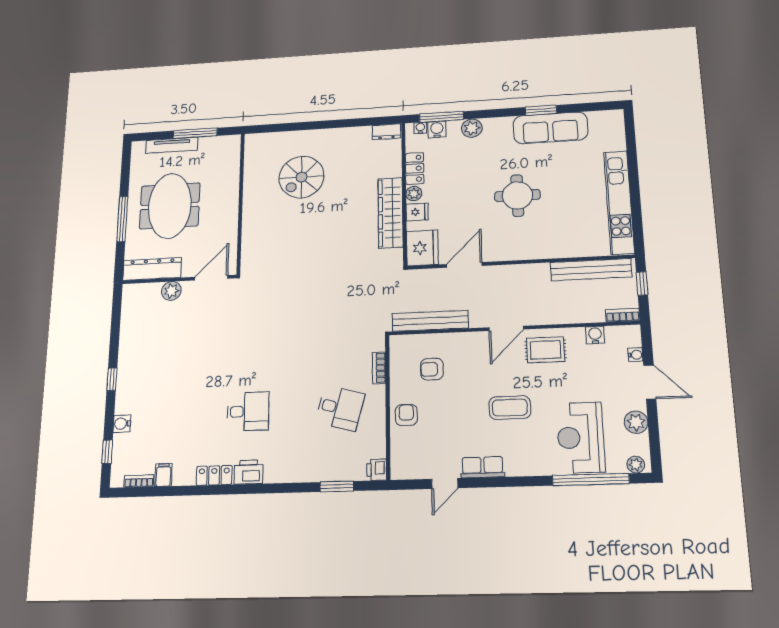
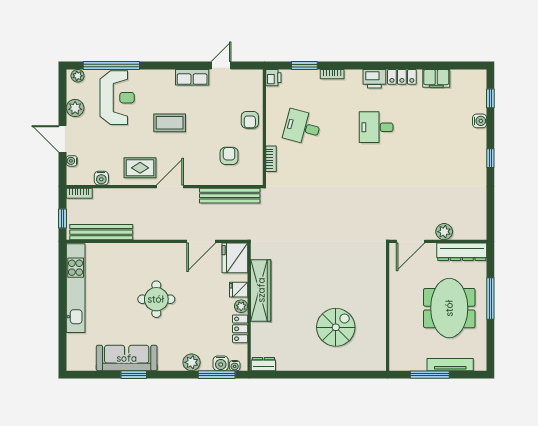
armchair: (432, 369) -> (229, 156), turned -90
filing cabinet: (163, 475) -> (436, 78), width x2.00
bookcase: (139, 481) -> (332, 74), moved

